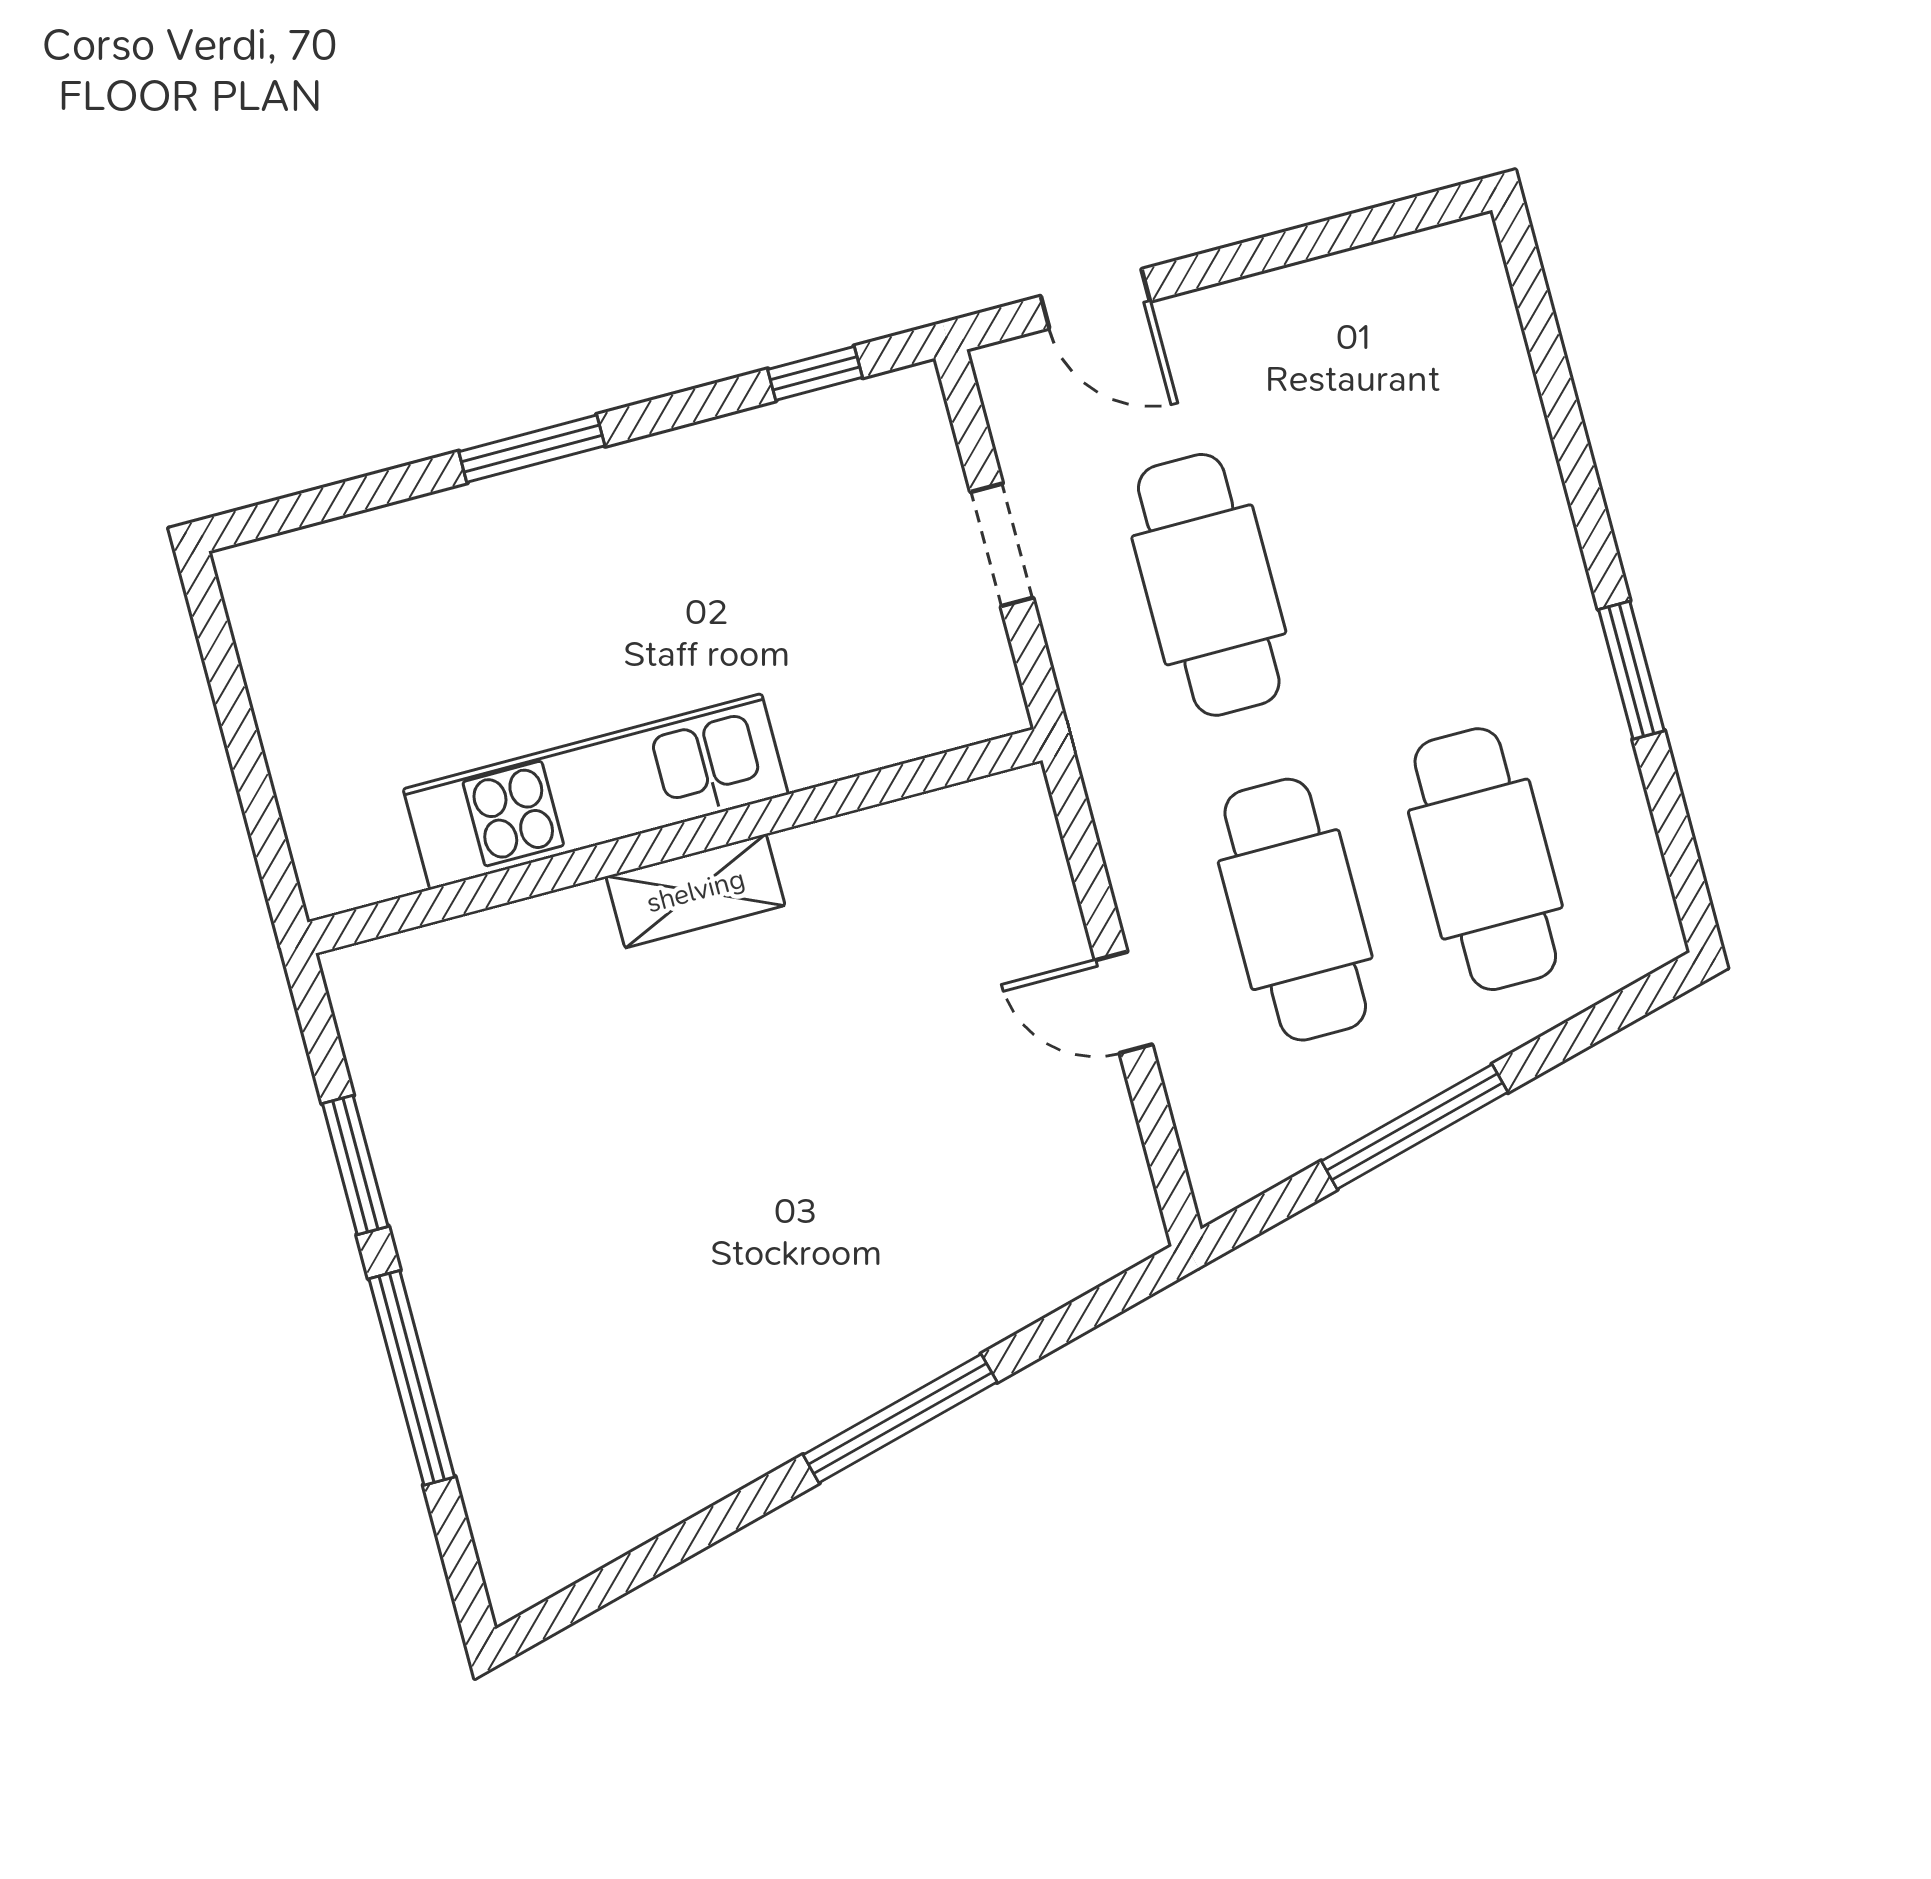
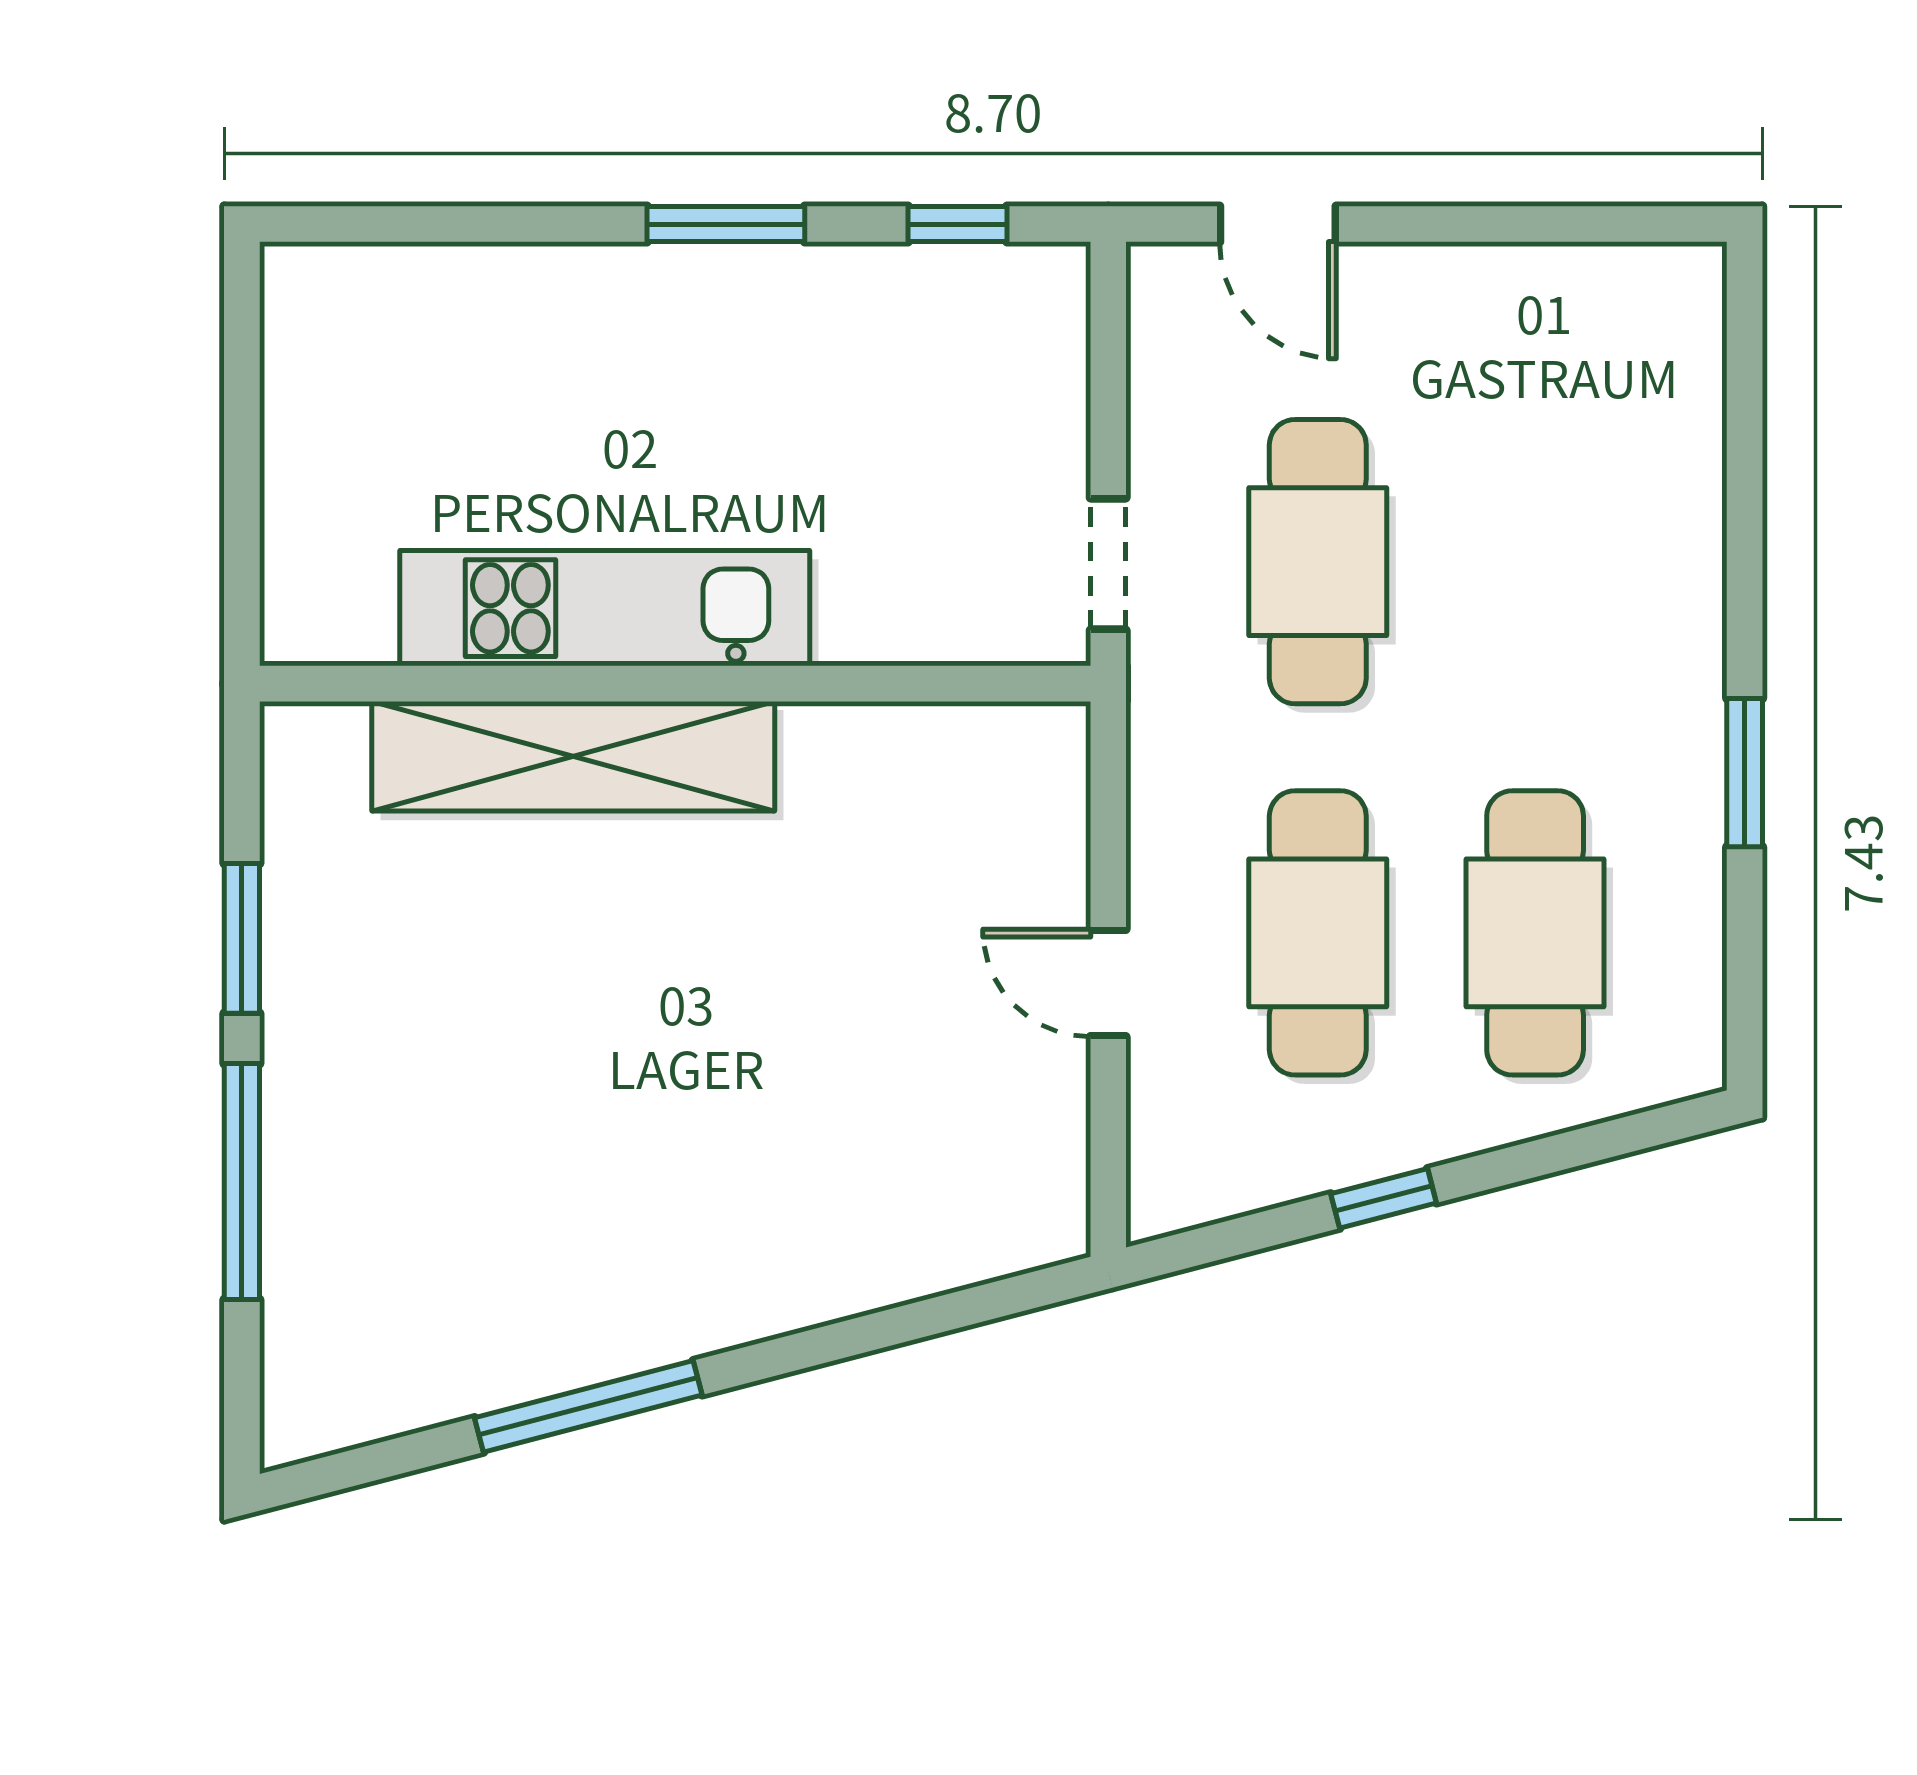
window: (532, 449) -> (726, 224), moved
doorway: (1002, 545) -> (1108, 564), moved
shelving: (696, 891) -> (573, 756), width x2.20, depth x1.33
window: (1415, 1127) -> (1384, 1198), width x0.46
window: (900, 1418) -> (588, 1406), moved

